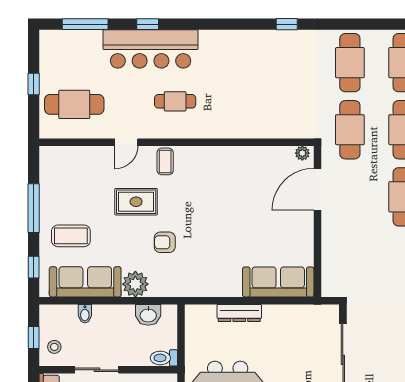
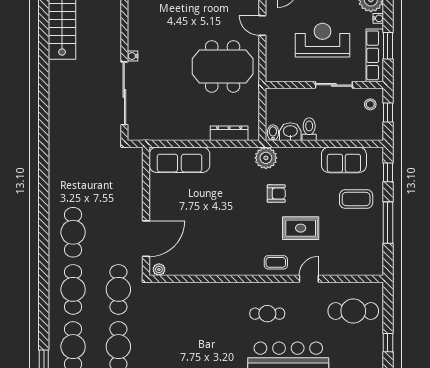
window: (34, 84) -> (388, 343), moved
coffee table: (165, 161) -> (276, 262), turned 90
sofa: (85, 282) -> (344, 160), width x0.73
plant: (135, 284) -> (266, 158), moved
dresser: (239, 313) -> (229, 133), moved
bidet: (85, 314) -> (273, 133), moved
toilet: (164, 358) -> (309, 129), moved, turned -90

